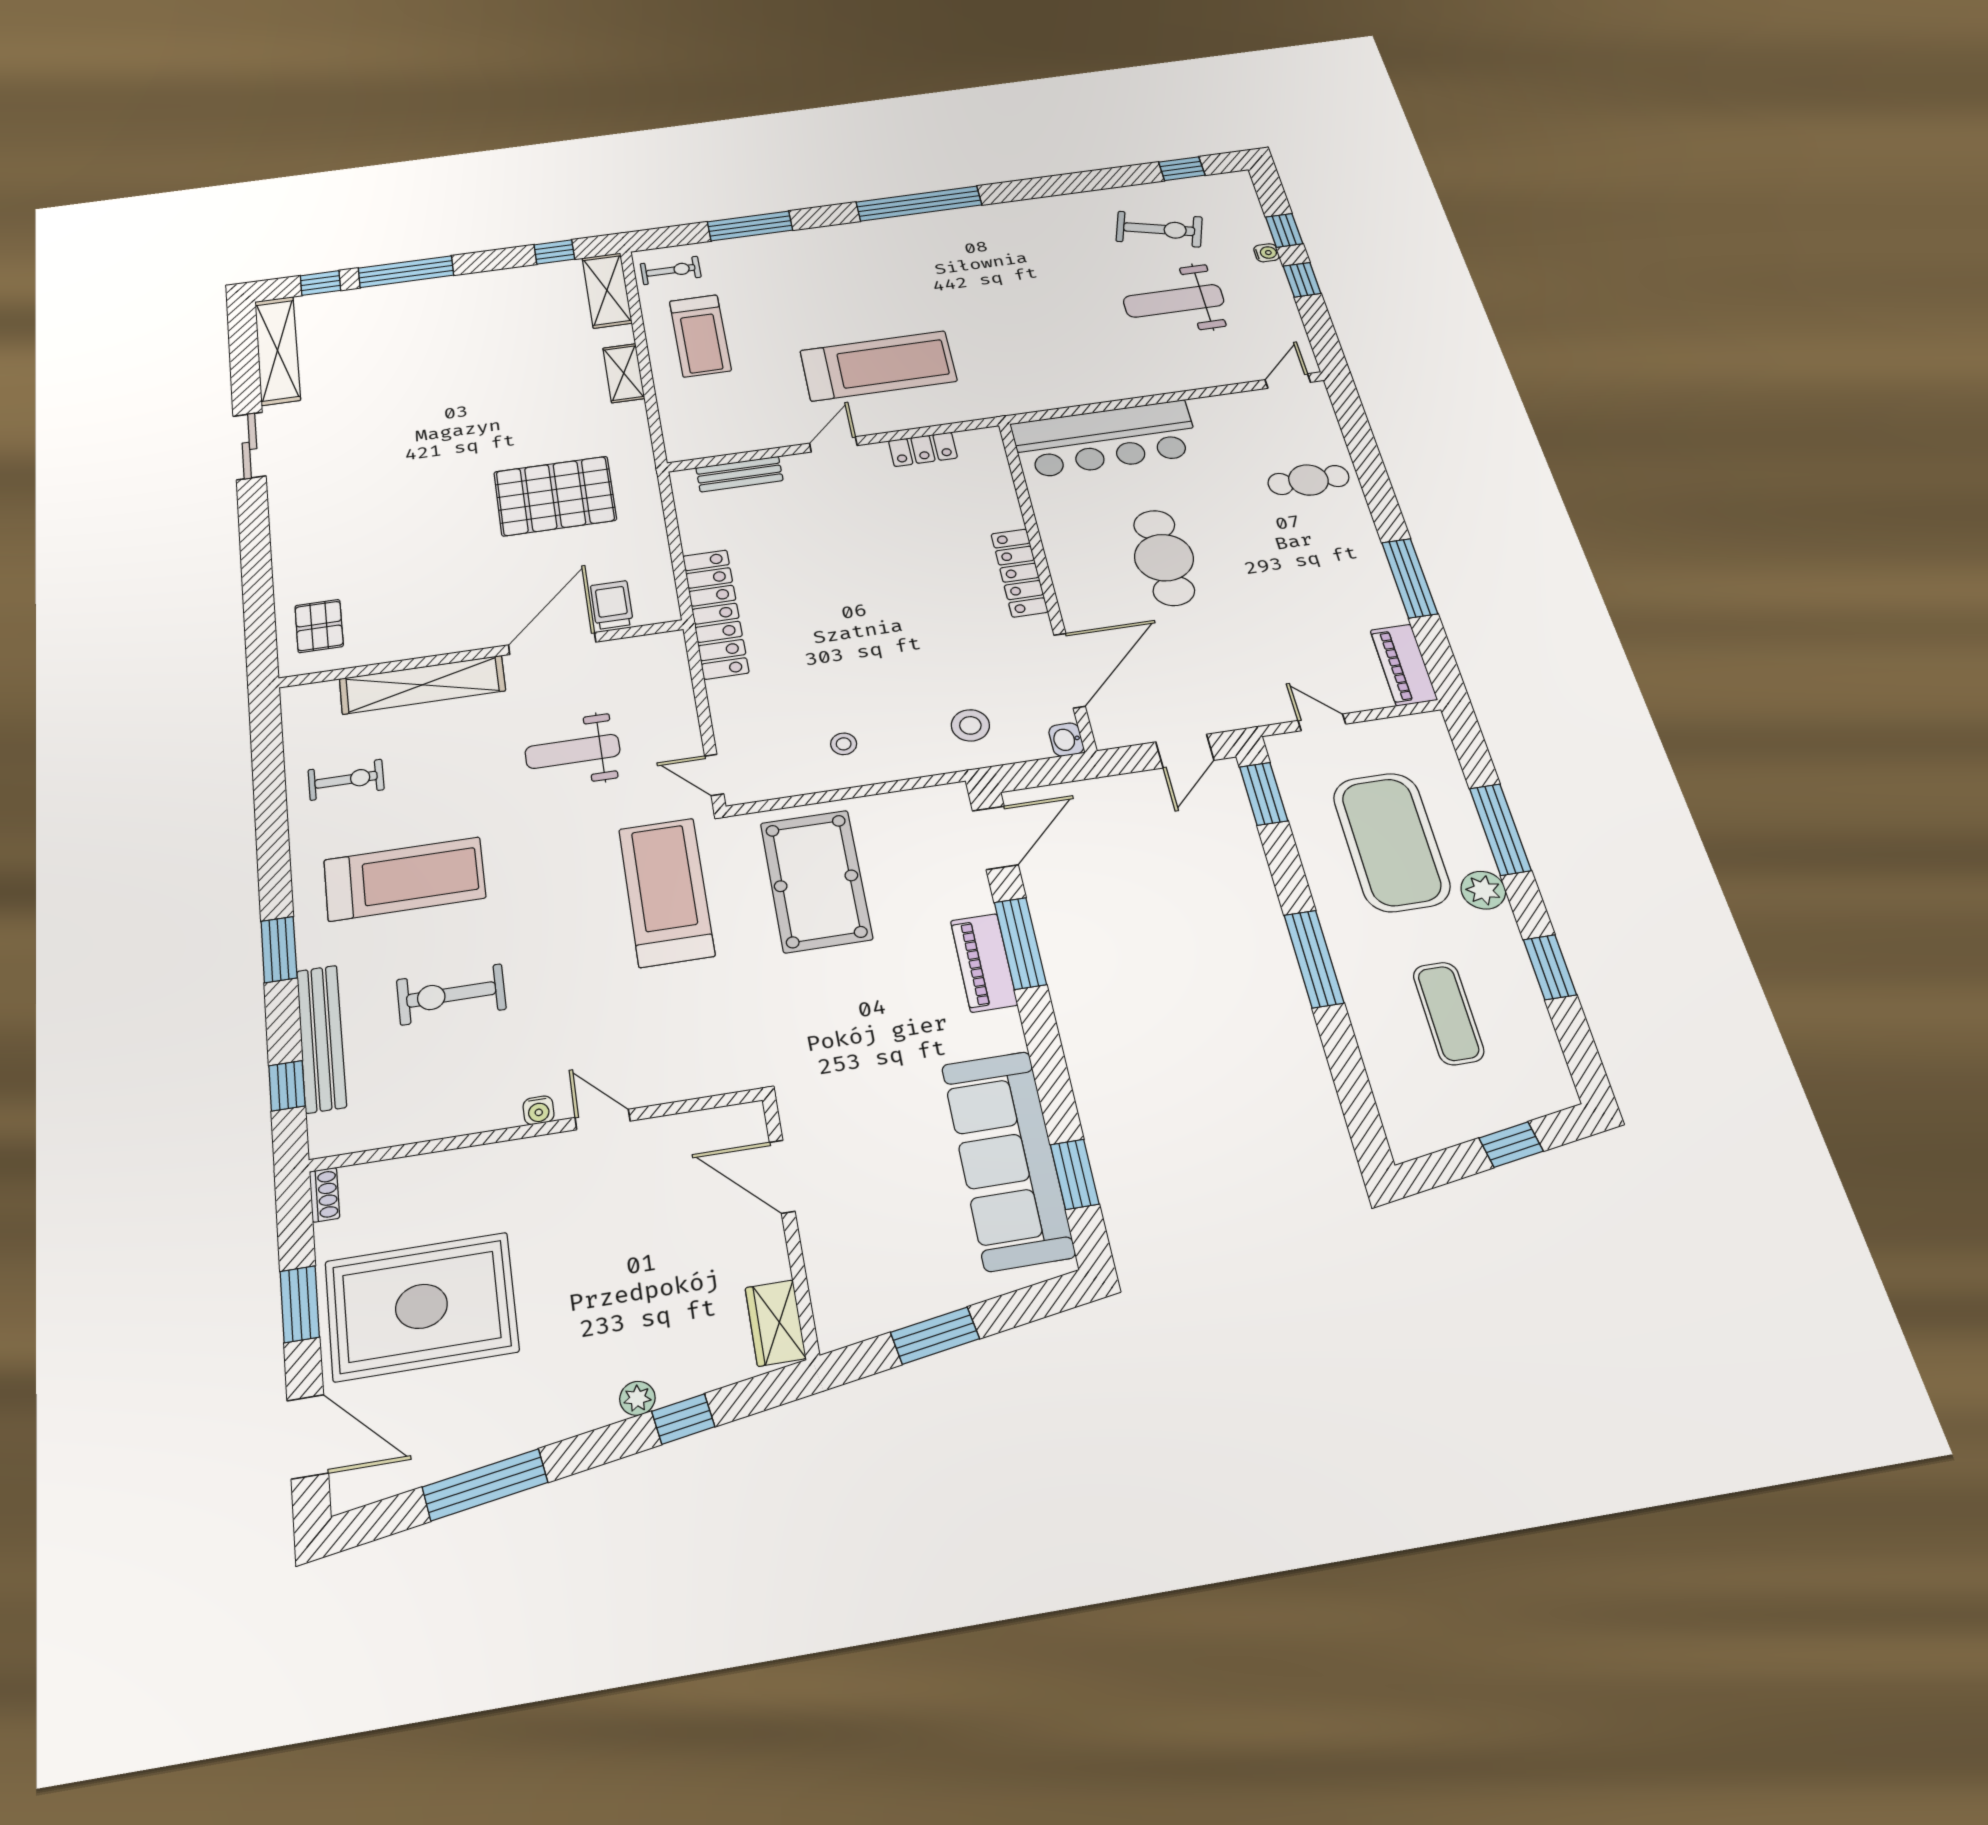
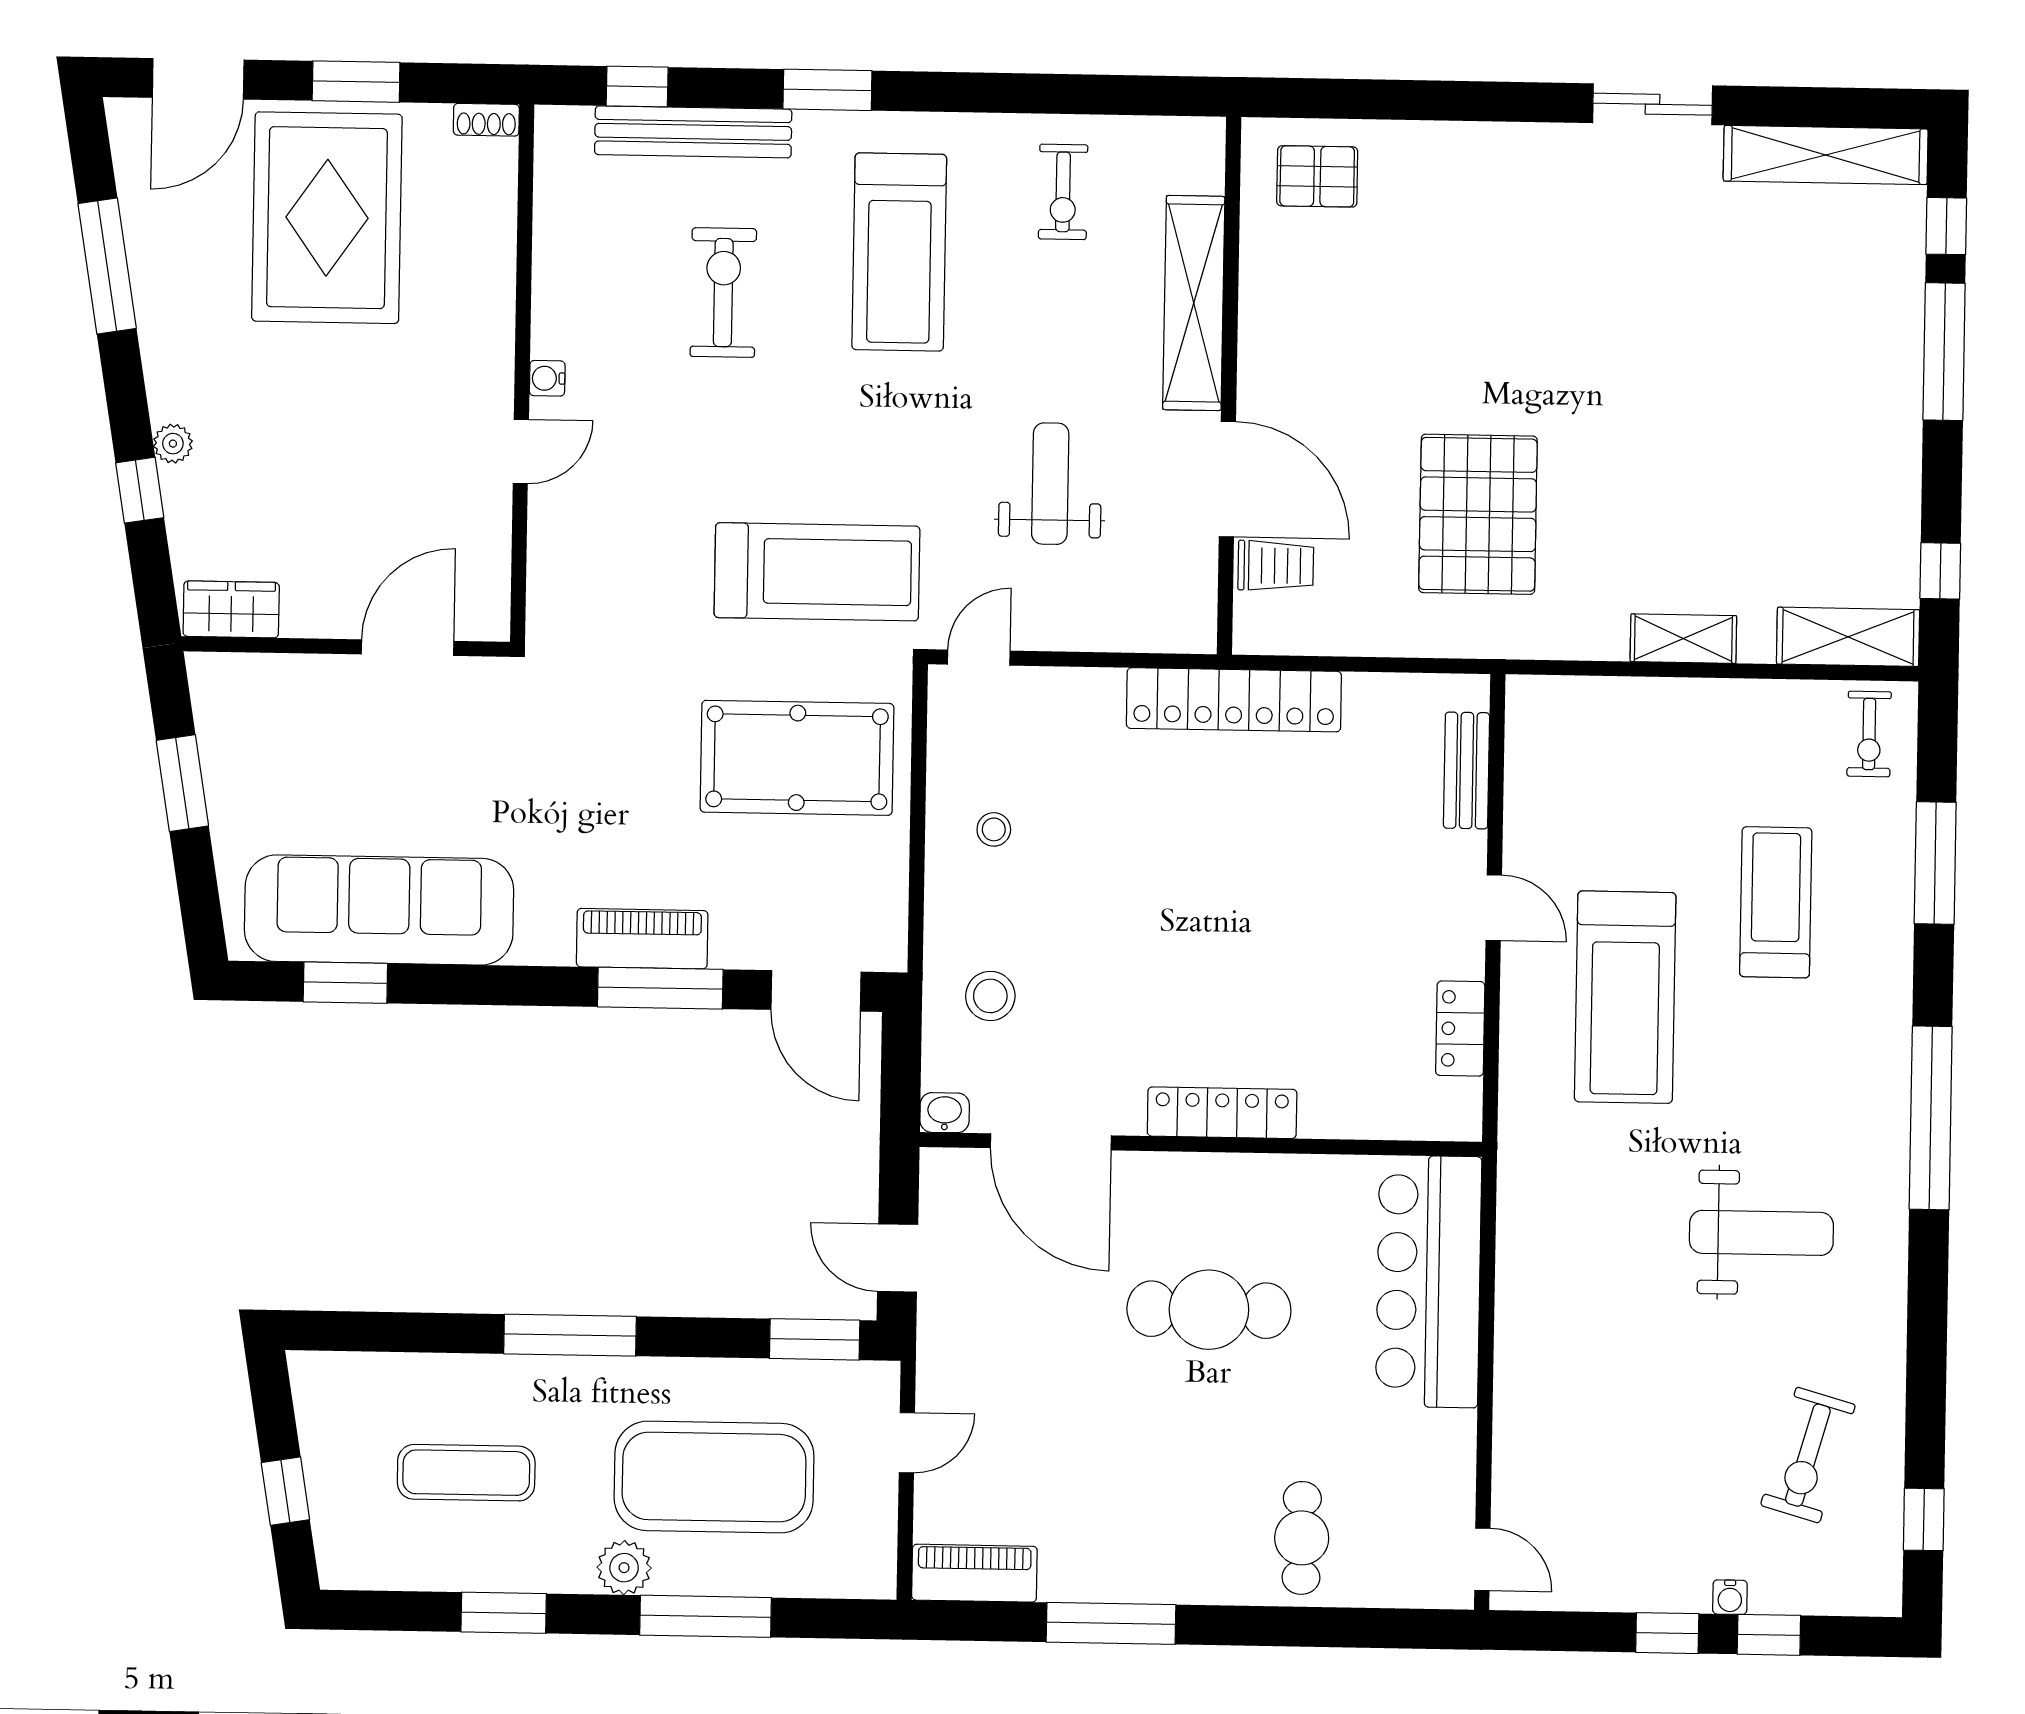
weight bench: (1174, 301) -> (1761, 1233), moved, turned 90
treadmill: (700, 336) -> (1776, 902), moved, turned 90

